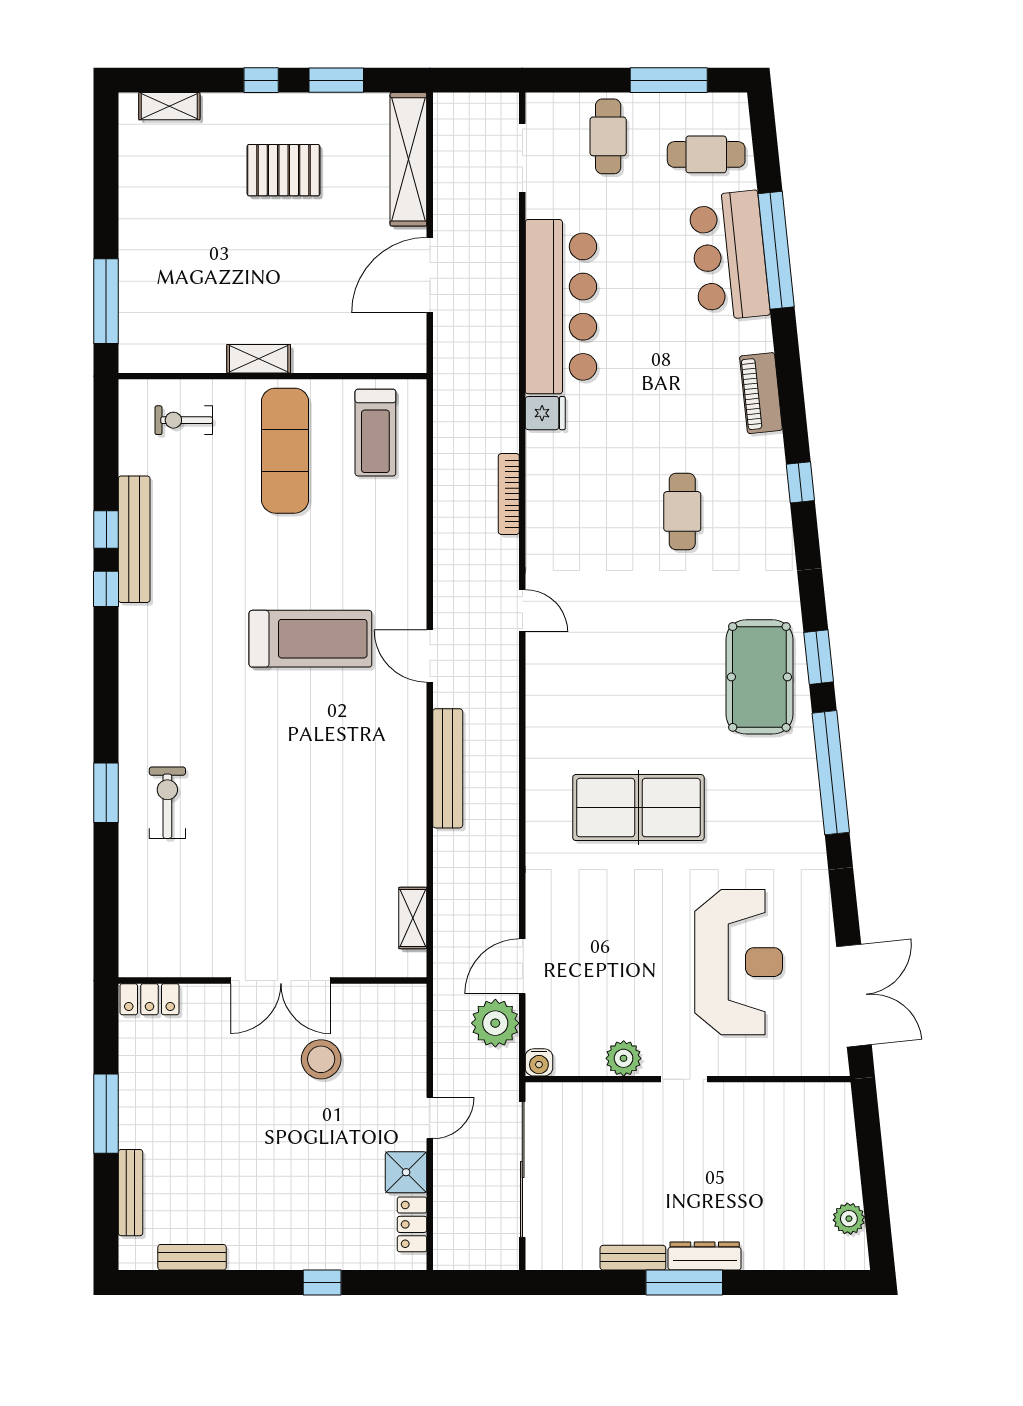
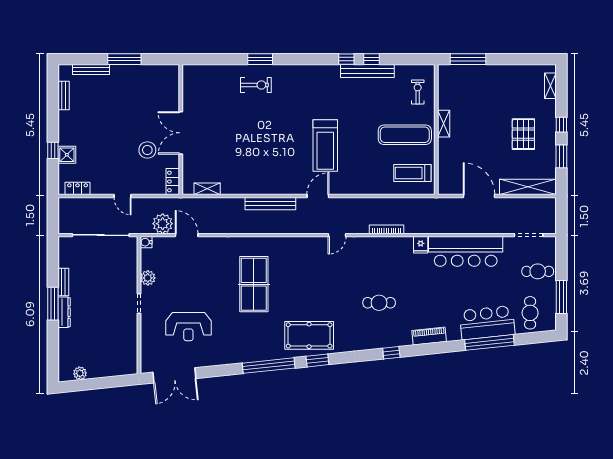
reception desk: (739, 962) -> (188, 327), width x0.74, depth x0.77
locker: (149, 999) -> (173, 181), moved
shower: (406, 1172) -> (67, 155), moved

